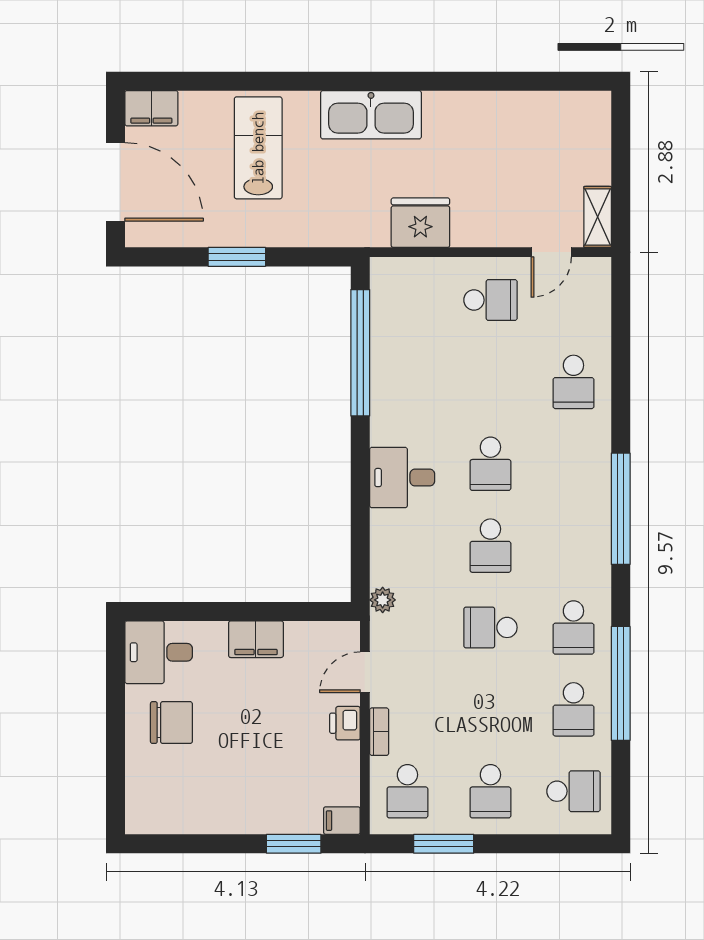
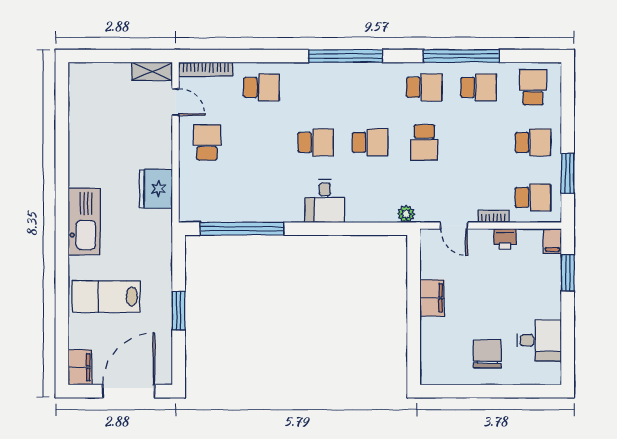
bookcase: (601, 298) -> (206, 69), added
desk: (159, 652) -> (539, 340), moved, turned -90
printer: (345, 723) -> (505, 239), moved

